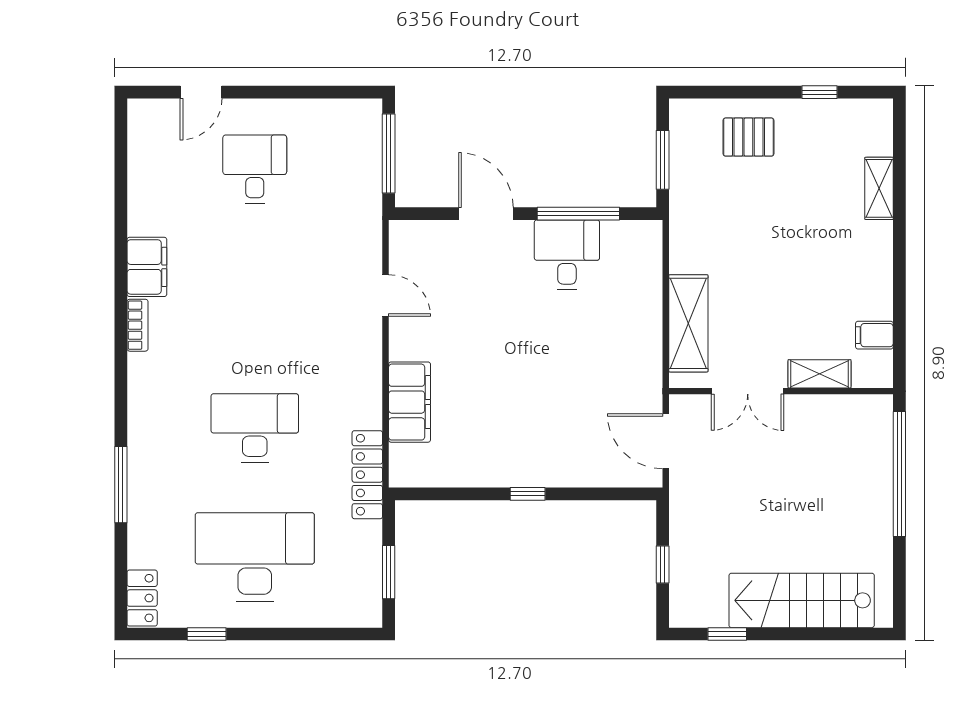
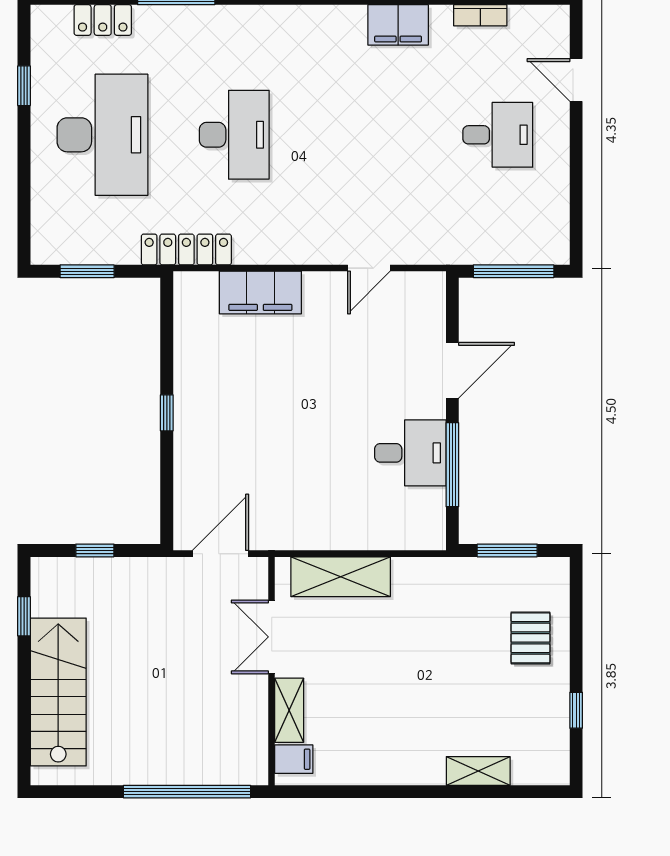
bookcase: (138, 325) -> (480, 15), moved
filing cabinet: (874, 335) -> (294, 759), moved, turned 90
locker: (142, 598) -> (103, 20), moved

